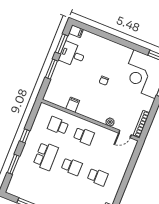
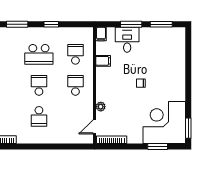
filing cabinet: (76, 31) -> (101, 34), moved
desk: (72, 54) -> (127, 40), moved
door: (125, 134) -> (94, 127), hinge flipped
school desk: (84, 136) -> (75, 85), turned 180
school desk: (72, 166) -> (39, 85), turned 180

